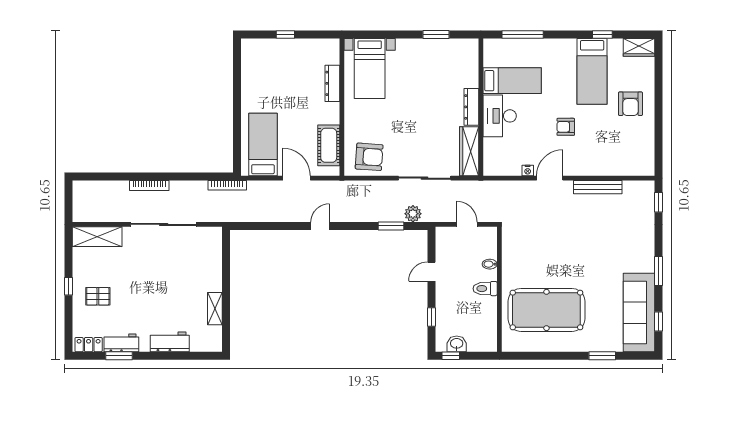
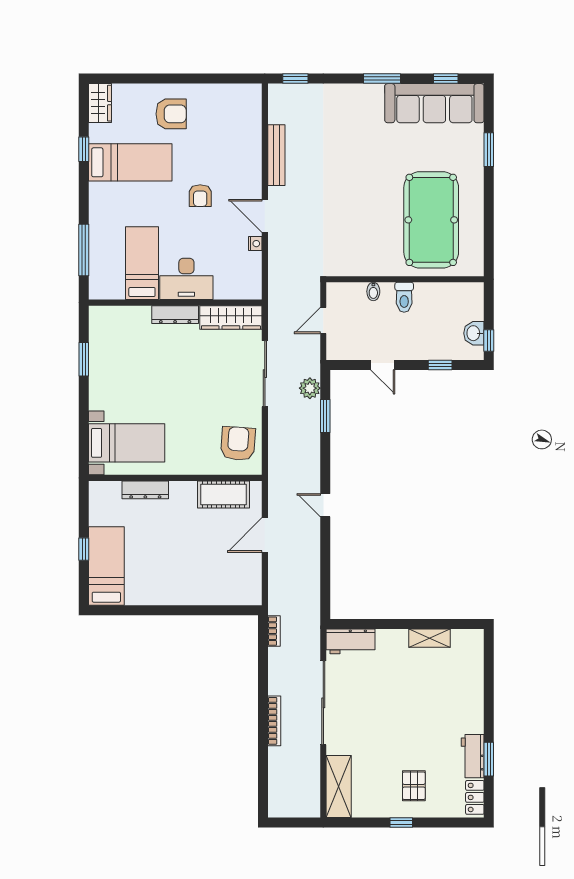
bed: (263, 145) -> (106, 566), moved, turned 90
bookcase: (227, 185) -> (274, 631), width x0.64
workbench: (170, 342) -> (351, 641), moved, turned -90

